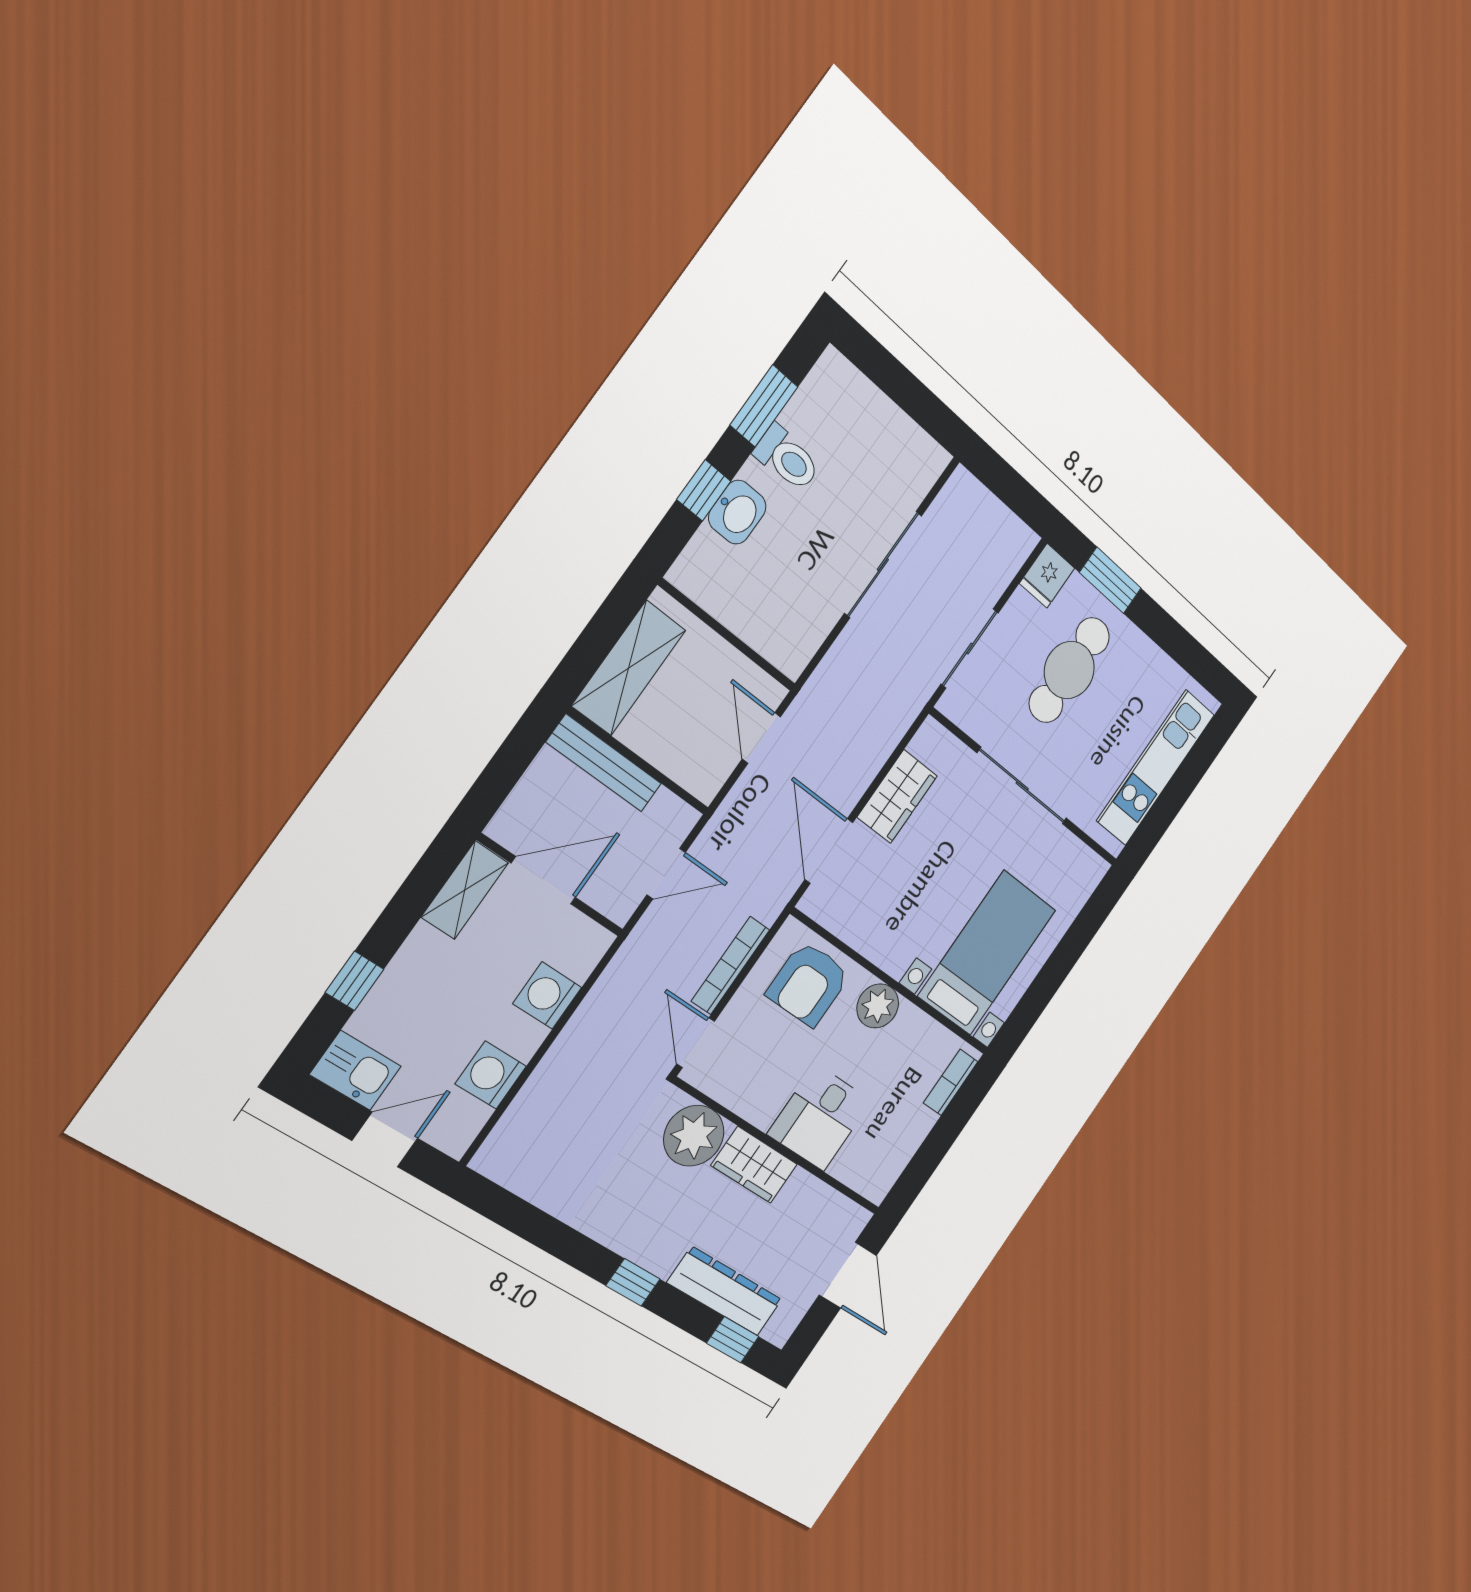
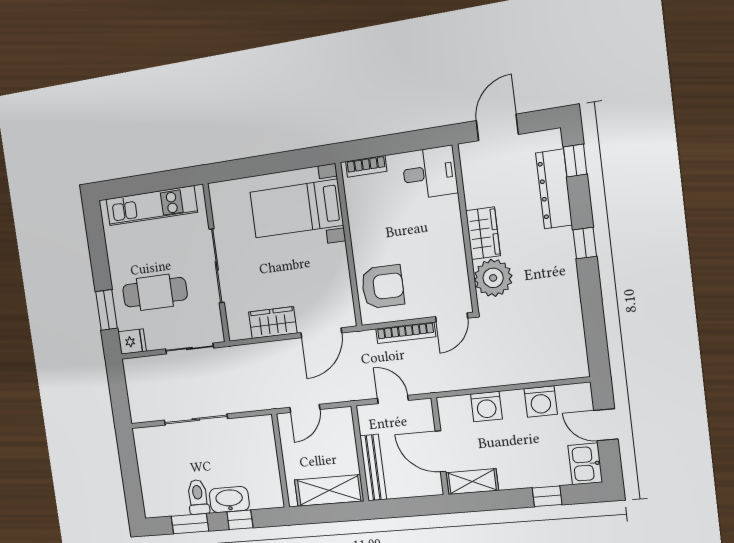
washbasin: (737, 512) -> (229, 500), width x1.38
plant: (878, 1006) -> (364, 242), removed
desk: (820, 1118) -> (430, 173), moved

